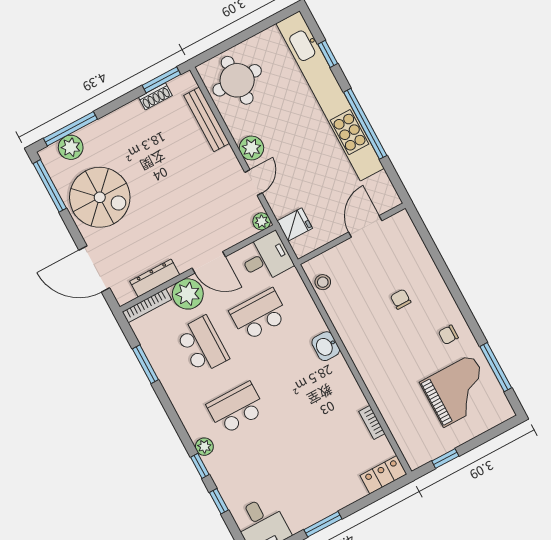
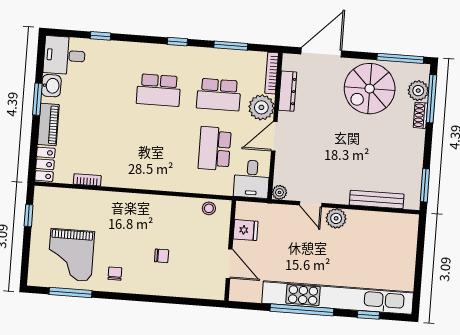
round table: (237, 80) -> (391, 239), removed
shoe rack: (155, 96) -> (420, 115), moved
fridge: (295, 225) -> (246, 230), moved, turned -90
school desk: (259, 315) -> (215, 149), turned 180
washbasin: (326, 346) -> (51, 86), moved, turned 90
school desk: (236, 408) -> (159, 90), turned 90
plant: (204, 447) -> (146, 50), removed
window: (200, 466) -> (177, 42), moved
piano: (341, 497) -> (48, 125), added

